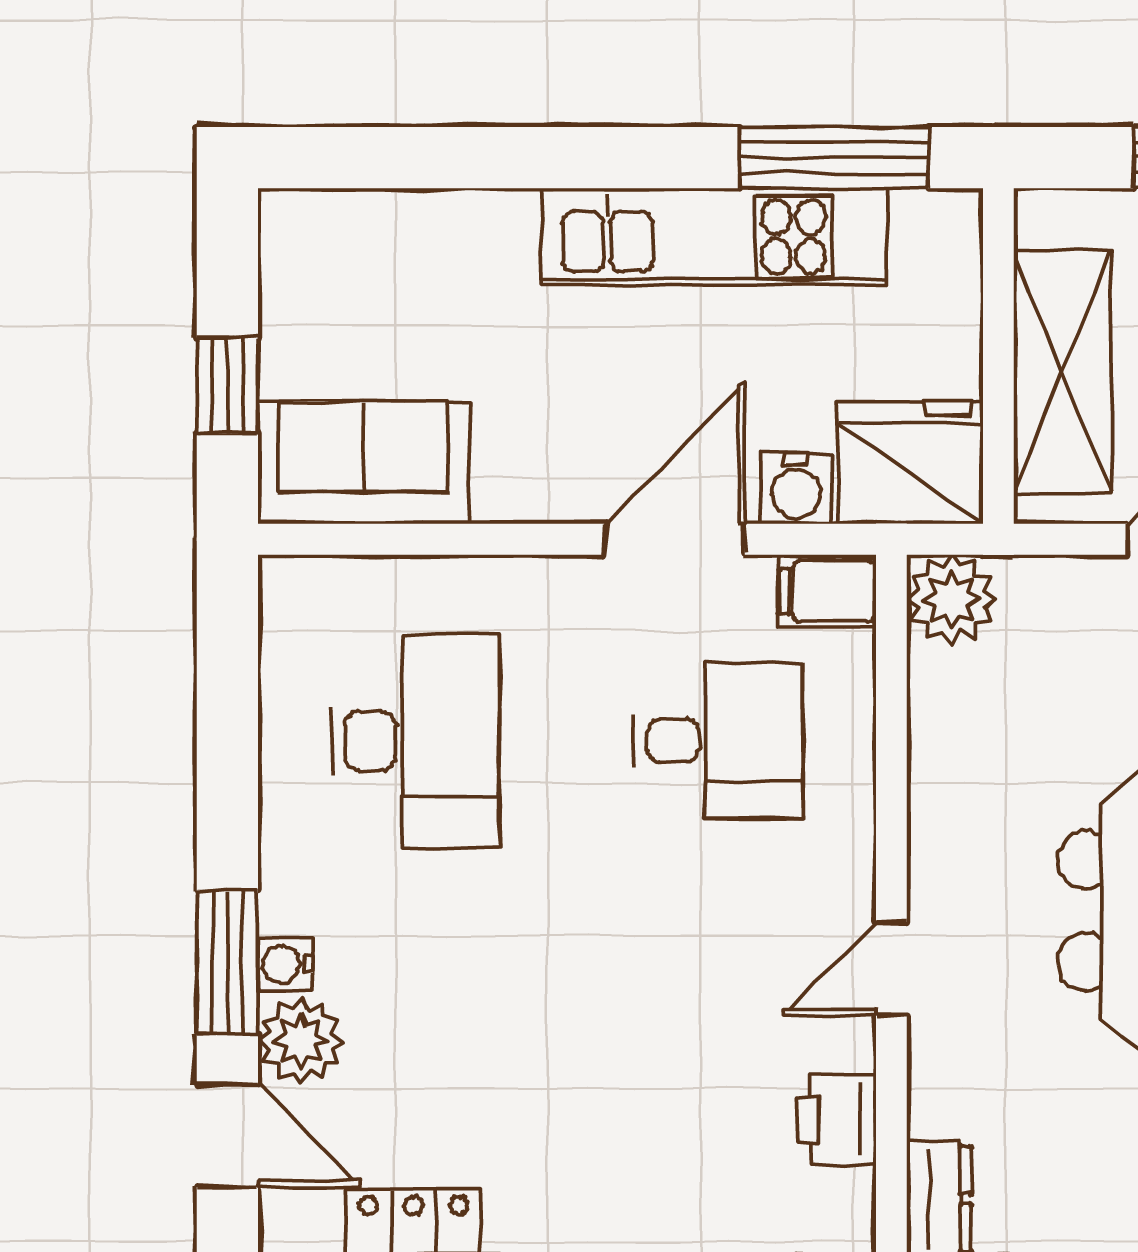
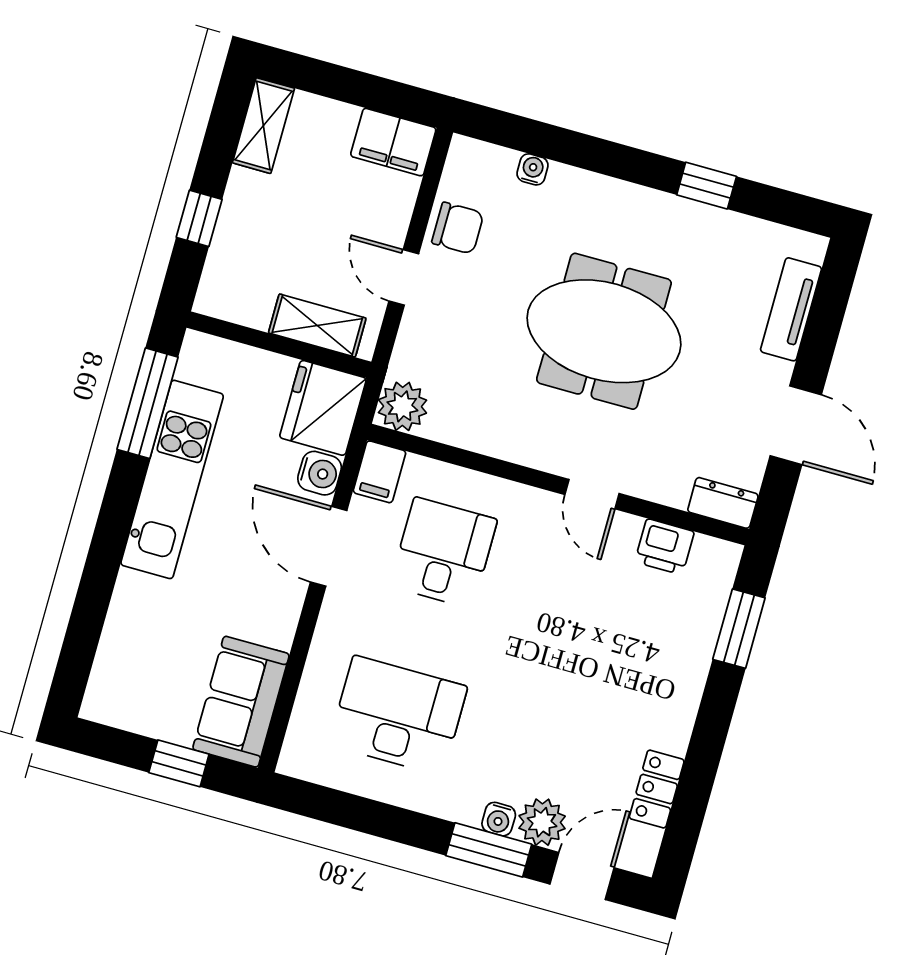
shelving: (1062, 373) -> (317, 325), width x0.67, depth x0.75

